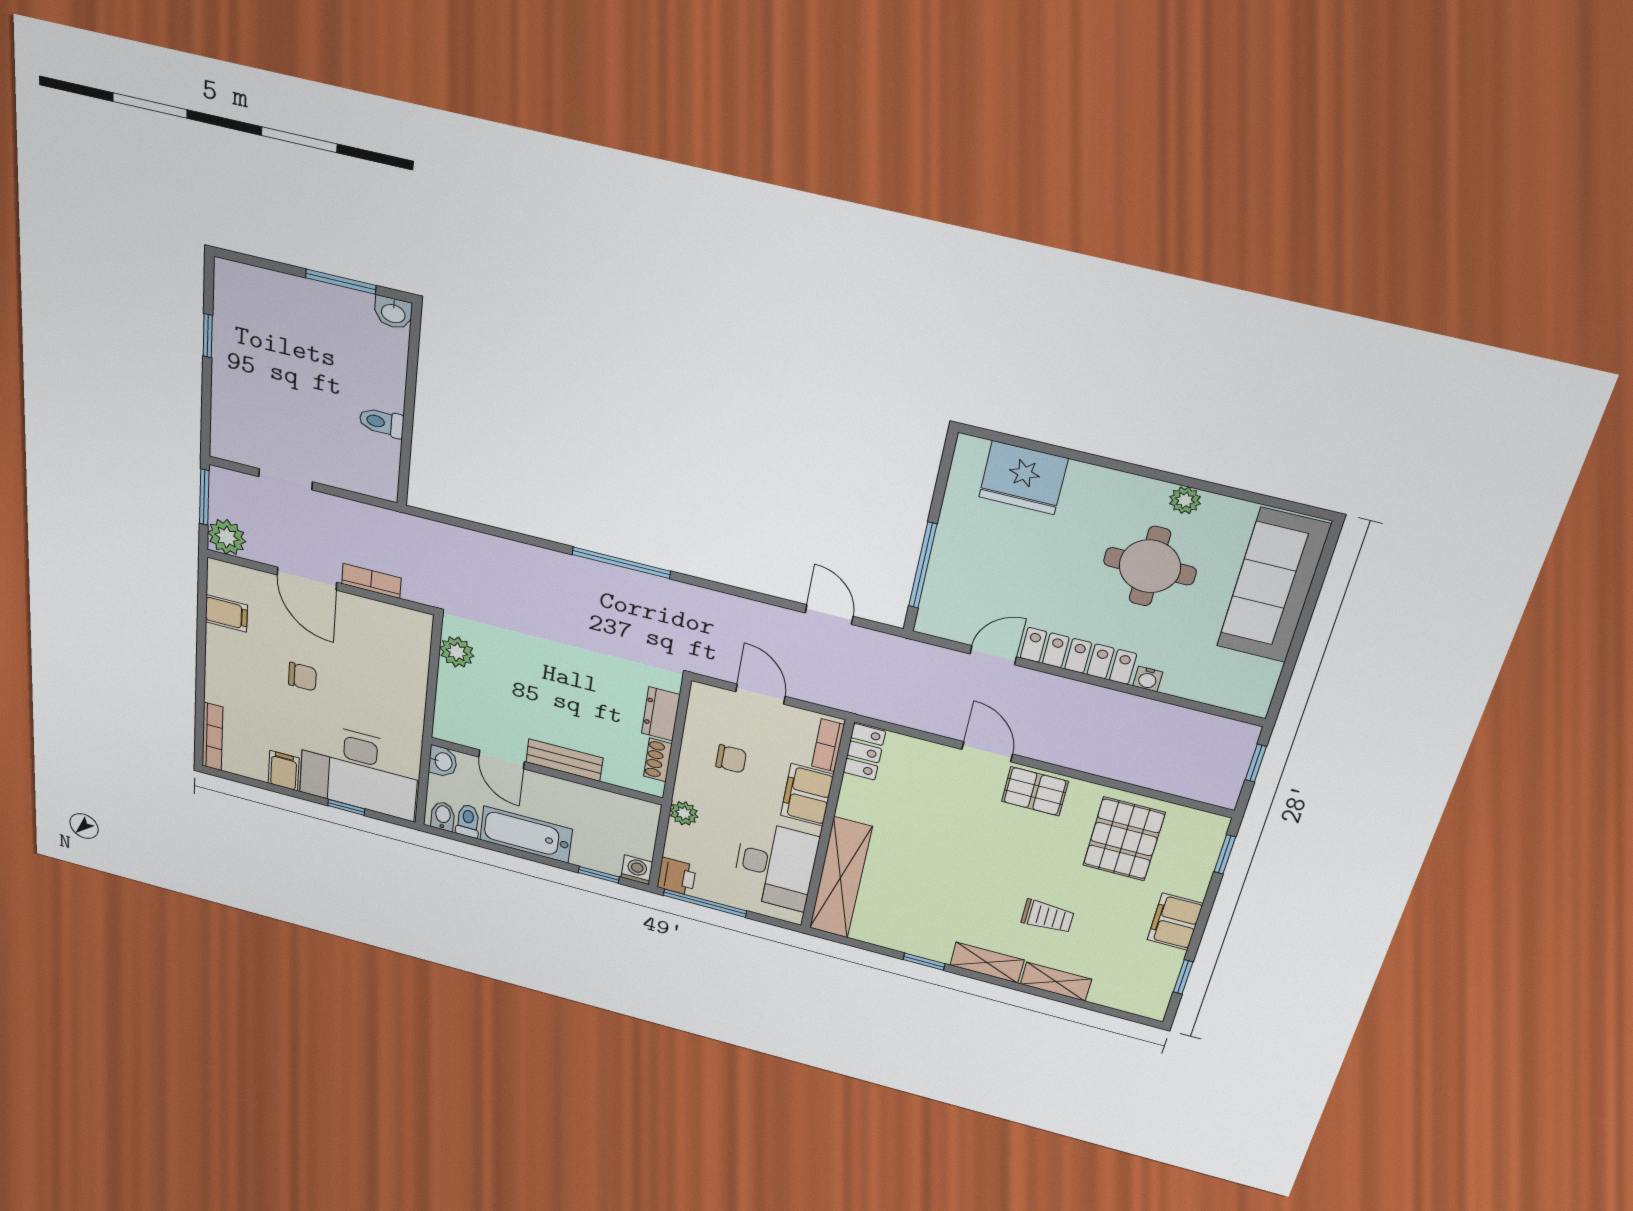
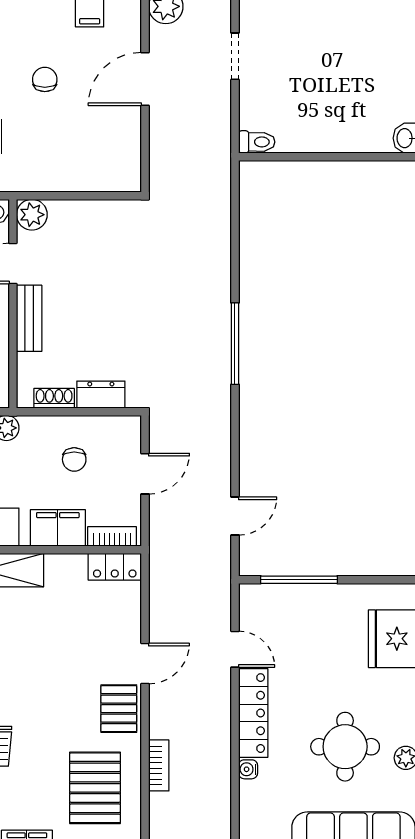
toilet: (382, 422) -> (257, 142), moved, turned 90
bookcase: (371, 581) -> (159, 765), moved
plant: (457, 652) -> (32, 215), moved
chair: (302, 677) -> (45, 79), turned 180
pallet: (1124, 839) -> (95, 788), turned 90

